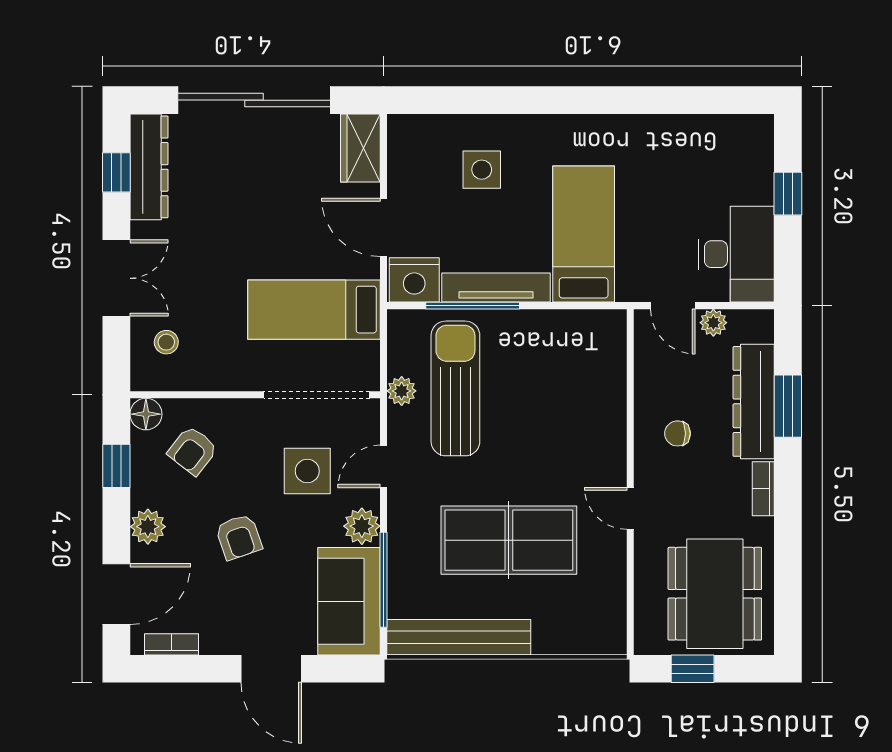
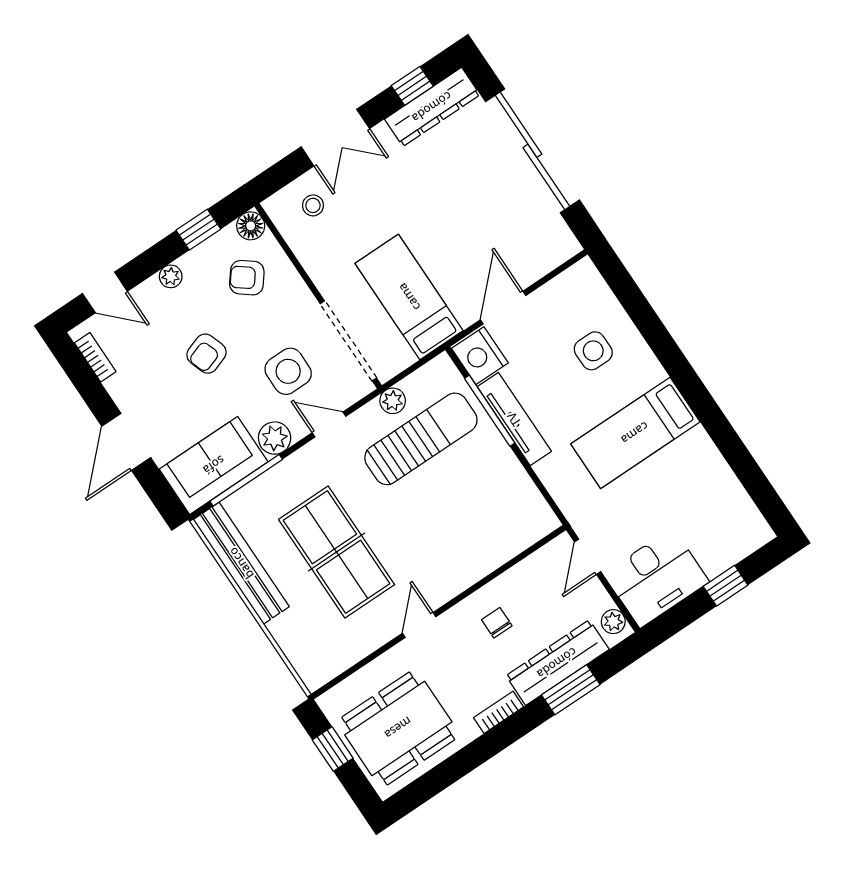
wardrobe: (360, 148) -> (550, 252), removed
bed: (584, 234) -> (635, 433), moved, turned 180
plant: (713, 323) -> (613, 622), moved
plant: (148, 527) -> (171, 276), width x0.73, depth x0.73
door: (116, 594) -> (105, 292), width x0.73

